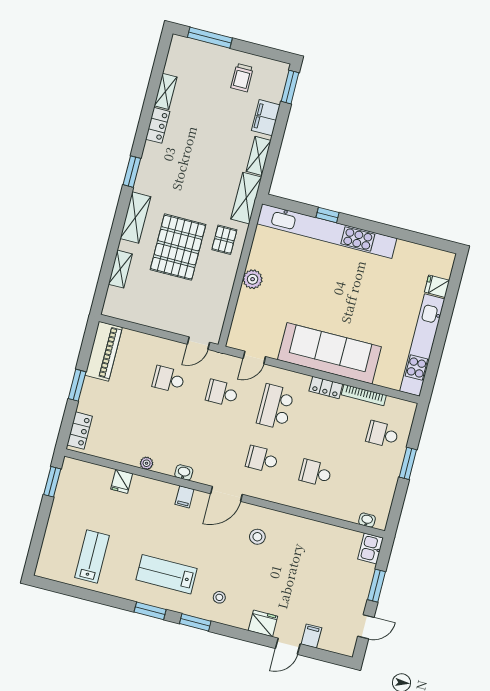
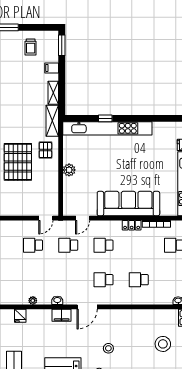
filing cabinet: (266, 118) -> (52, 68), width x0.50
school desk: (275, 407) -> (104, 245), width x0.54
filing cabinet: (184, 497) -> (62, 315), width x2.00
stool: (257, 537) -> (108, 348), moved
stool: (327, 580) -> (163, 344), added

